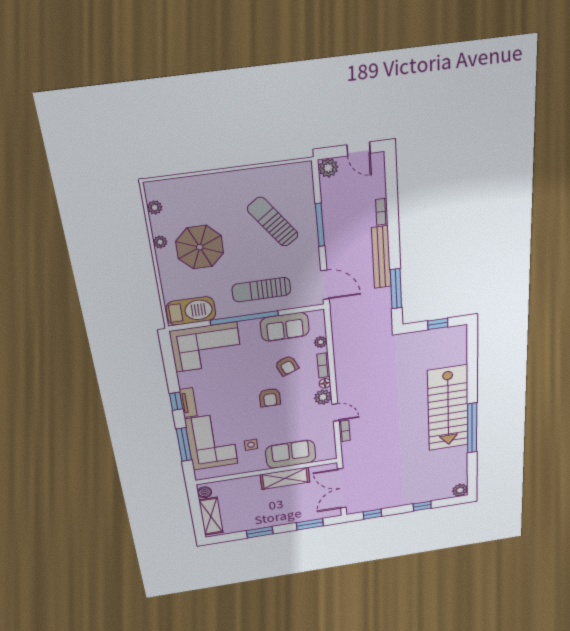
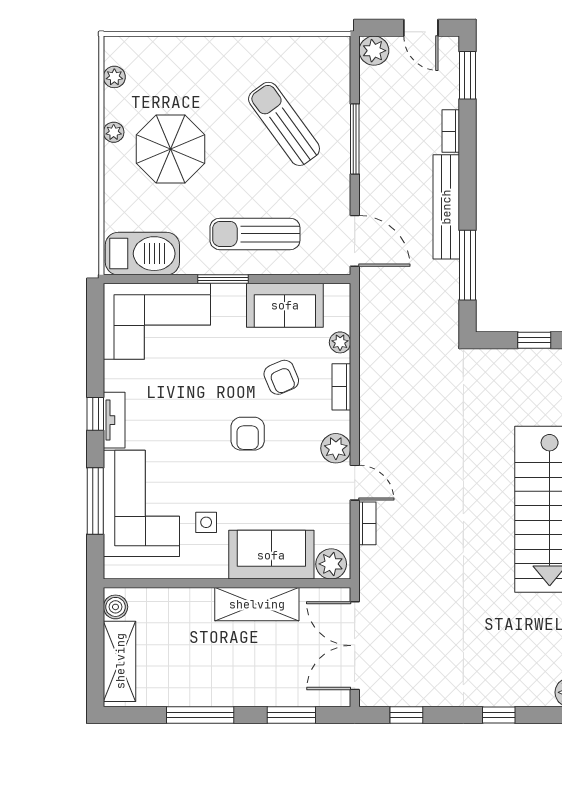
window: (391, 176) -> (467, 75), added
window: (244, 318) -> (223, 279), width x0.47
floor lamp: (325, 383) -> (341, 422), removed
plant: (325, 453) -> (331, 564), added
window: (260, 532) -> (200, 715), width x1.44

